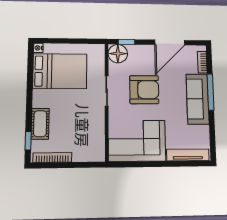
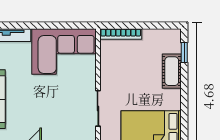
armchair: (144, 90) -> (55, 110), removed
bookcase: (52, 157) -> (121, 34), moved

